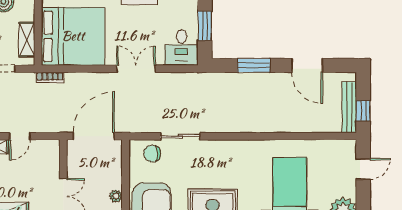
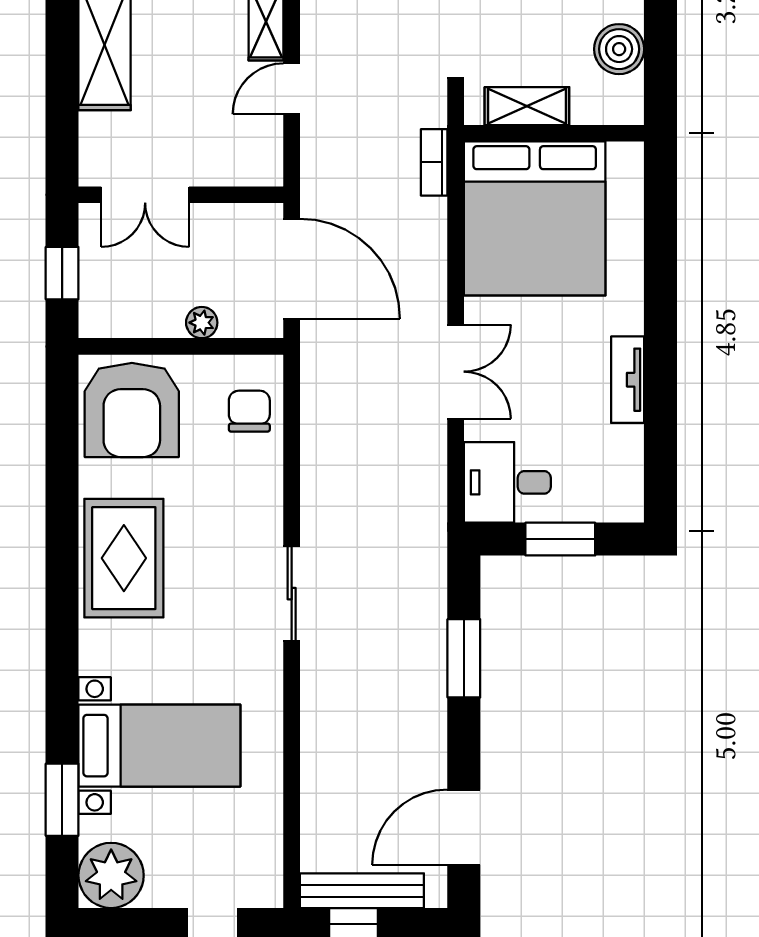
door: (307, 65) -> (464, 827), moved
door: (20, 136) -> (292, 89), hinge flipped
sliding door: (180, 136) -> (292, 594), moved
plant: (116, 196) -> (202, 323), moved

